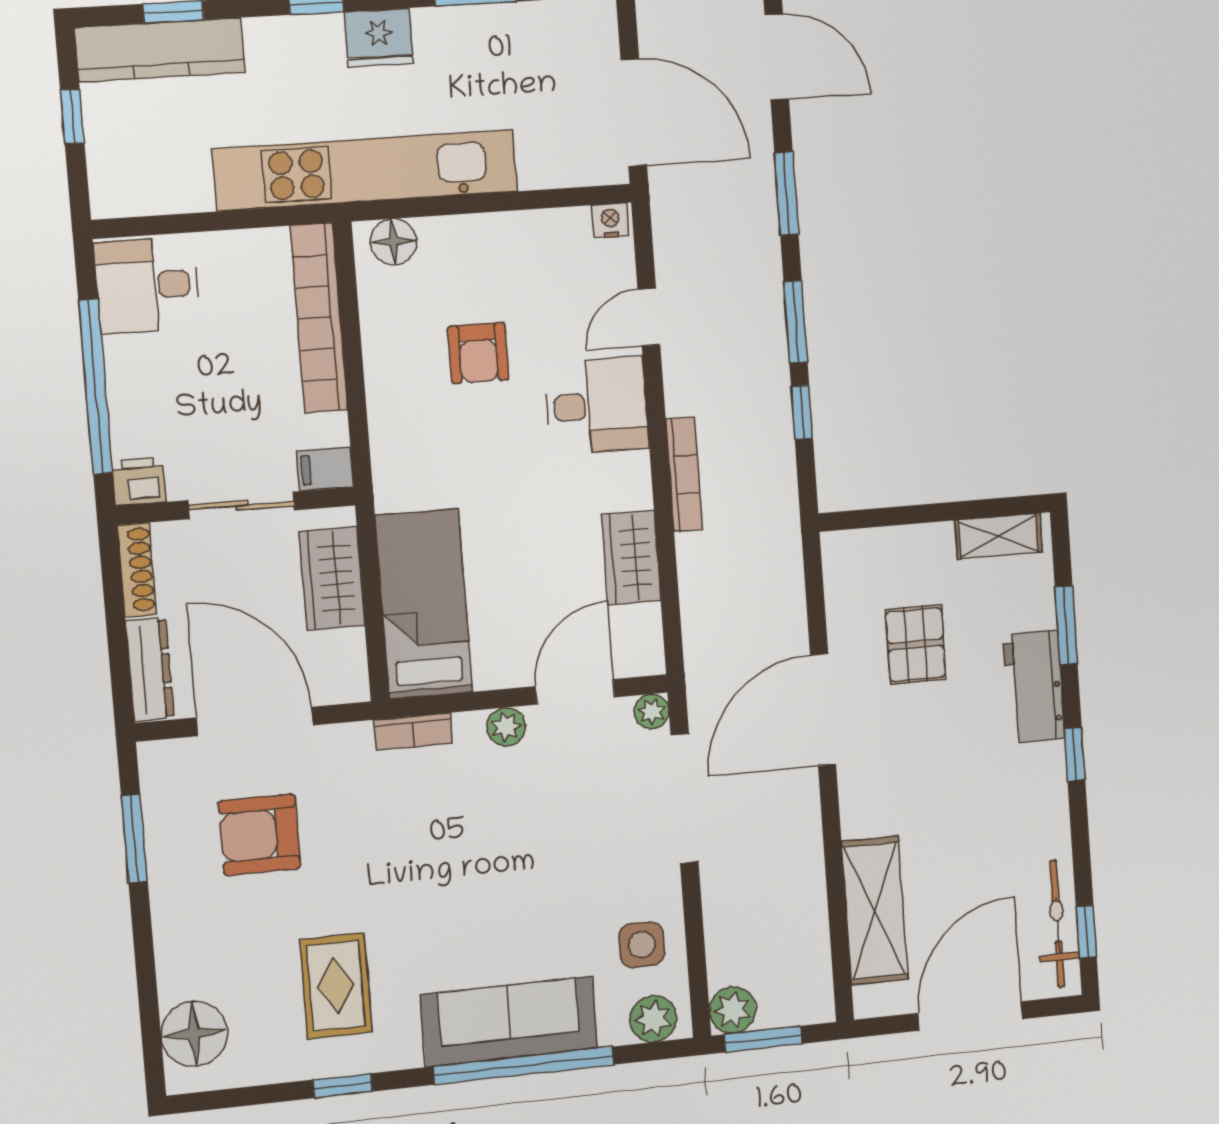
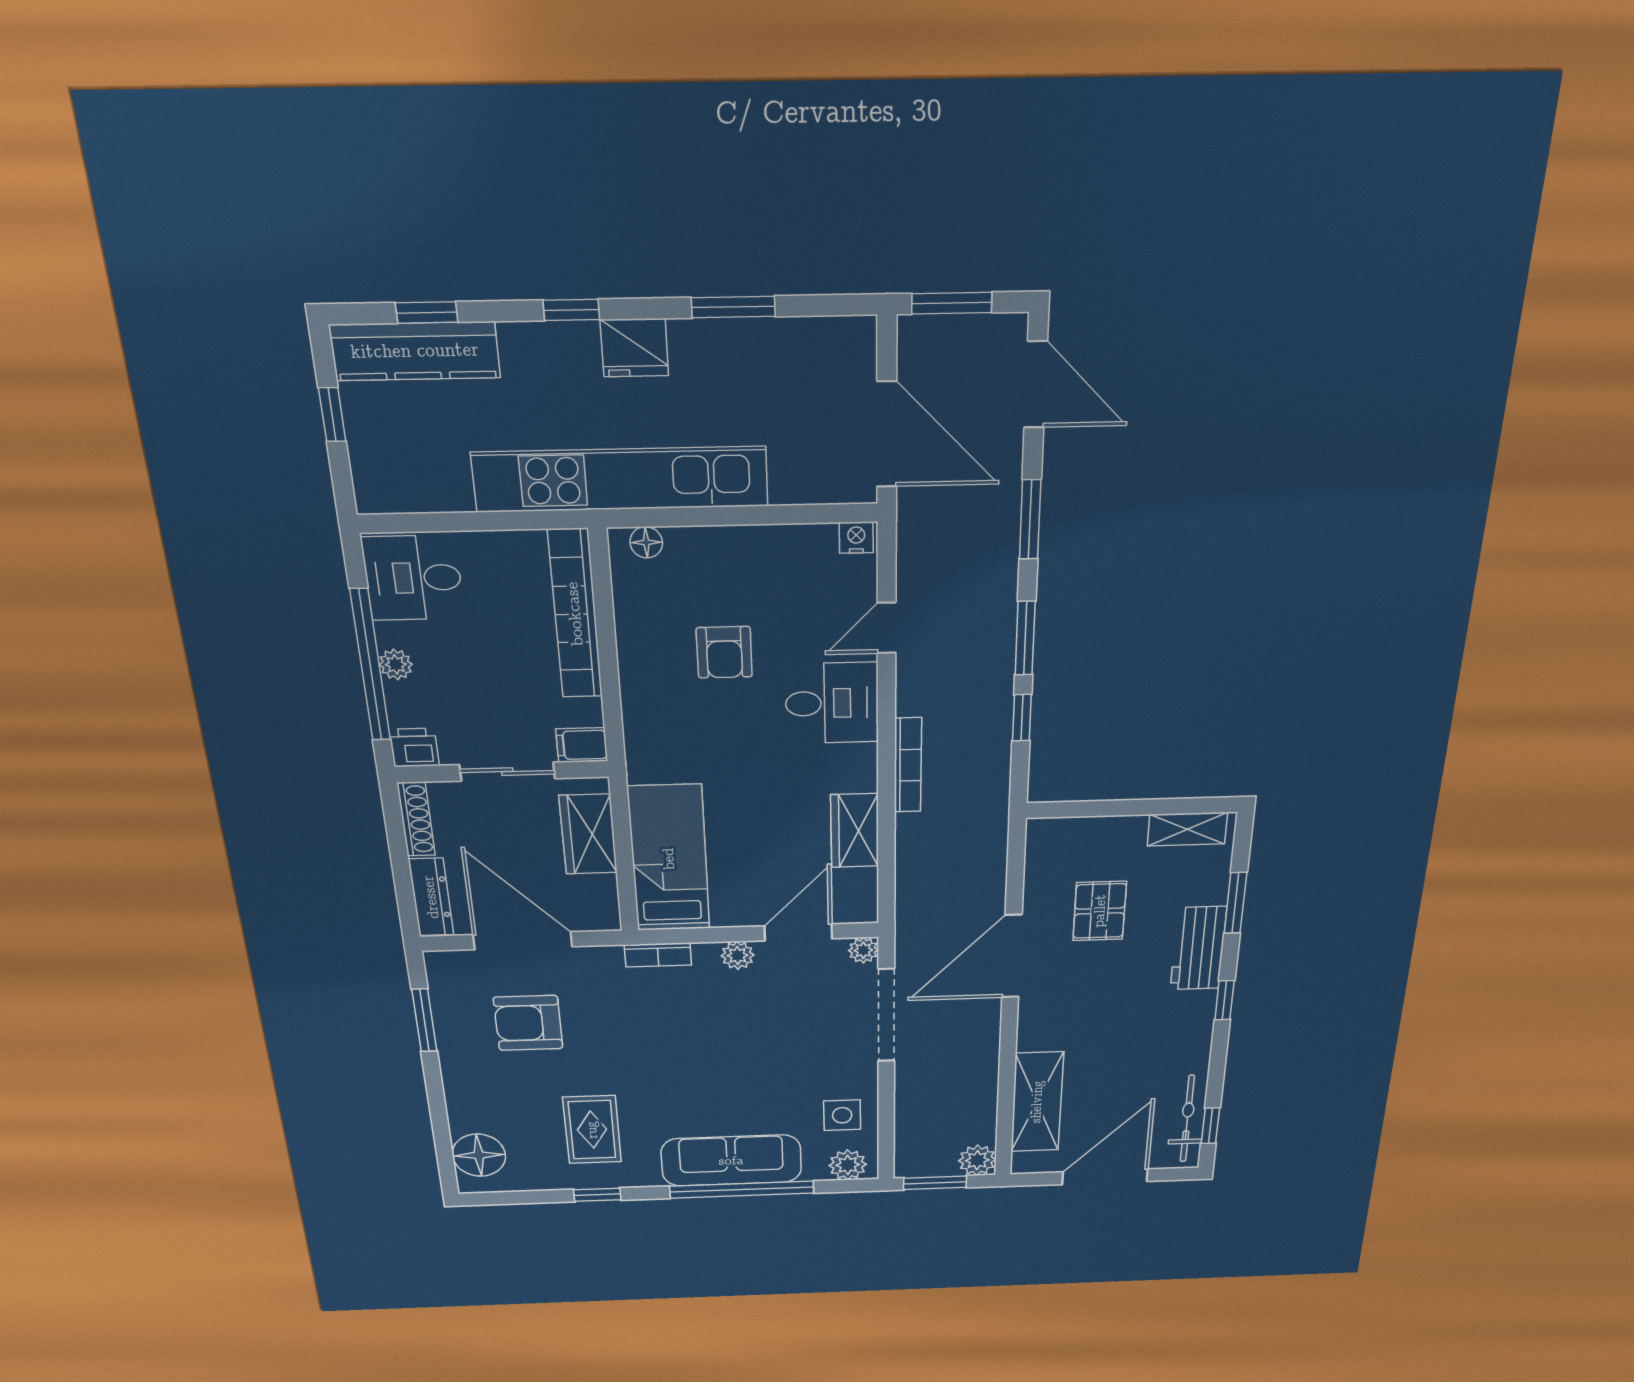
floor lamp: (394, 242) -> (646, 542), width x0.73, depth x0.73
plant: (123, 384) -> (396, 664), added
plant: (733, 1010) -> (977, 1160), moved

